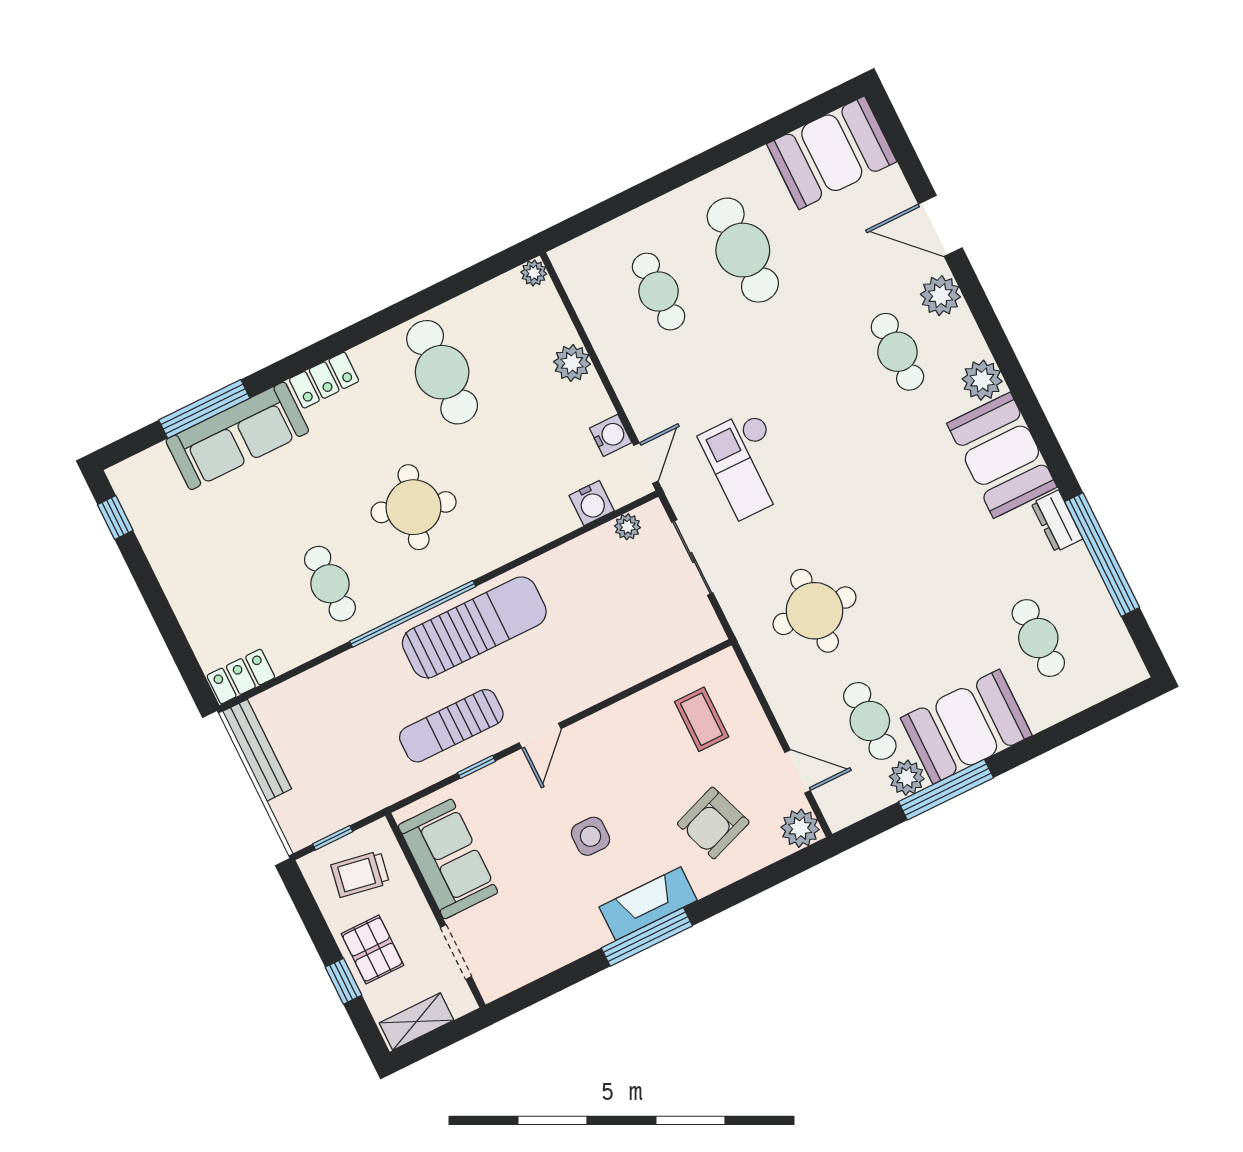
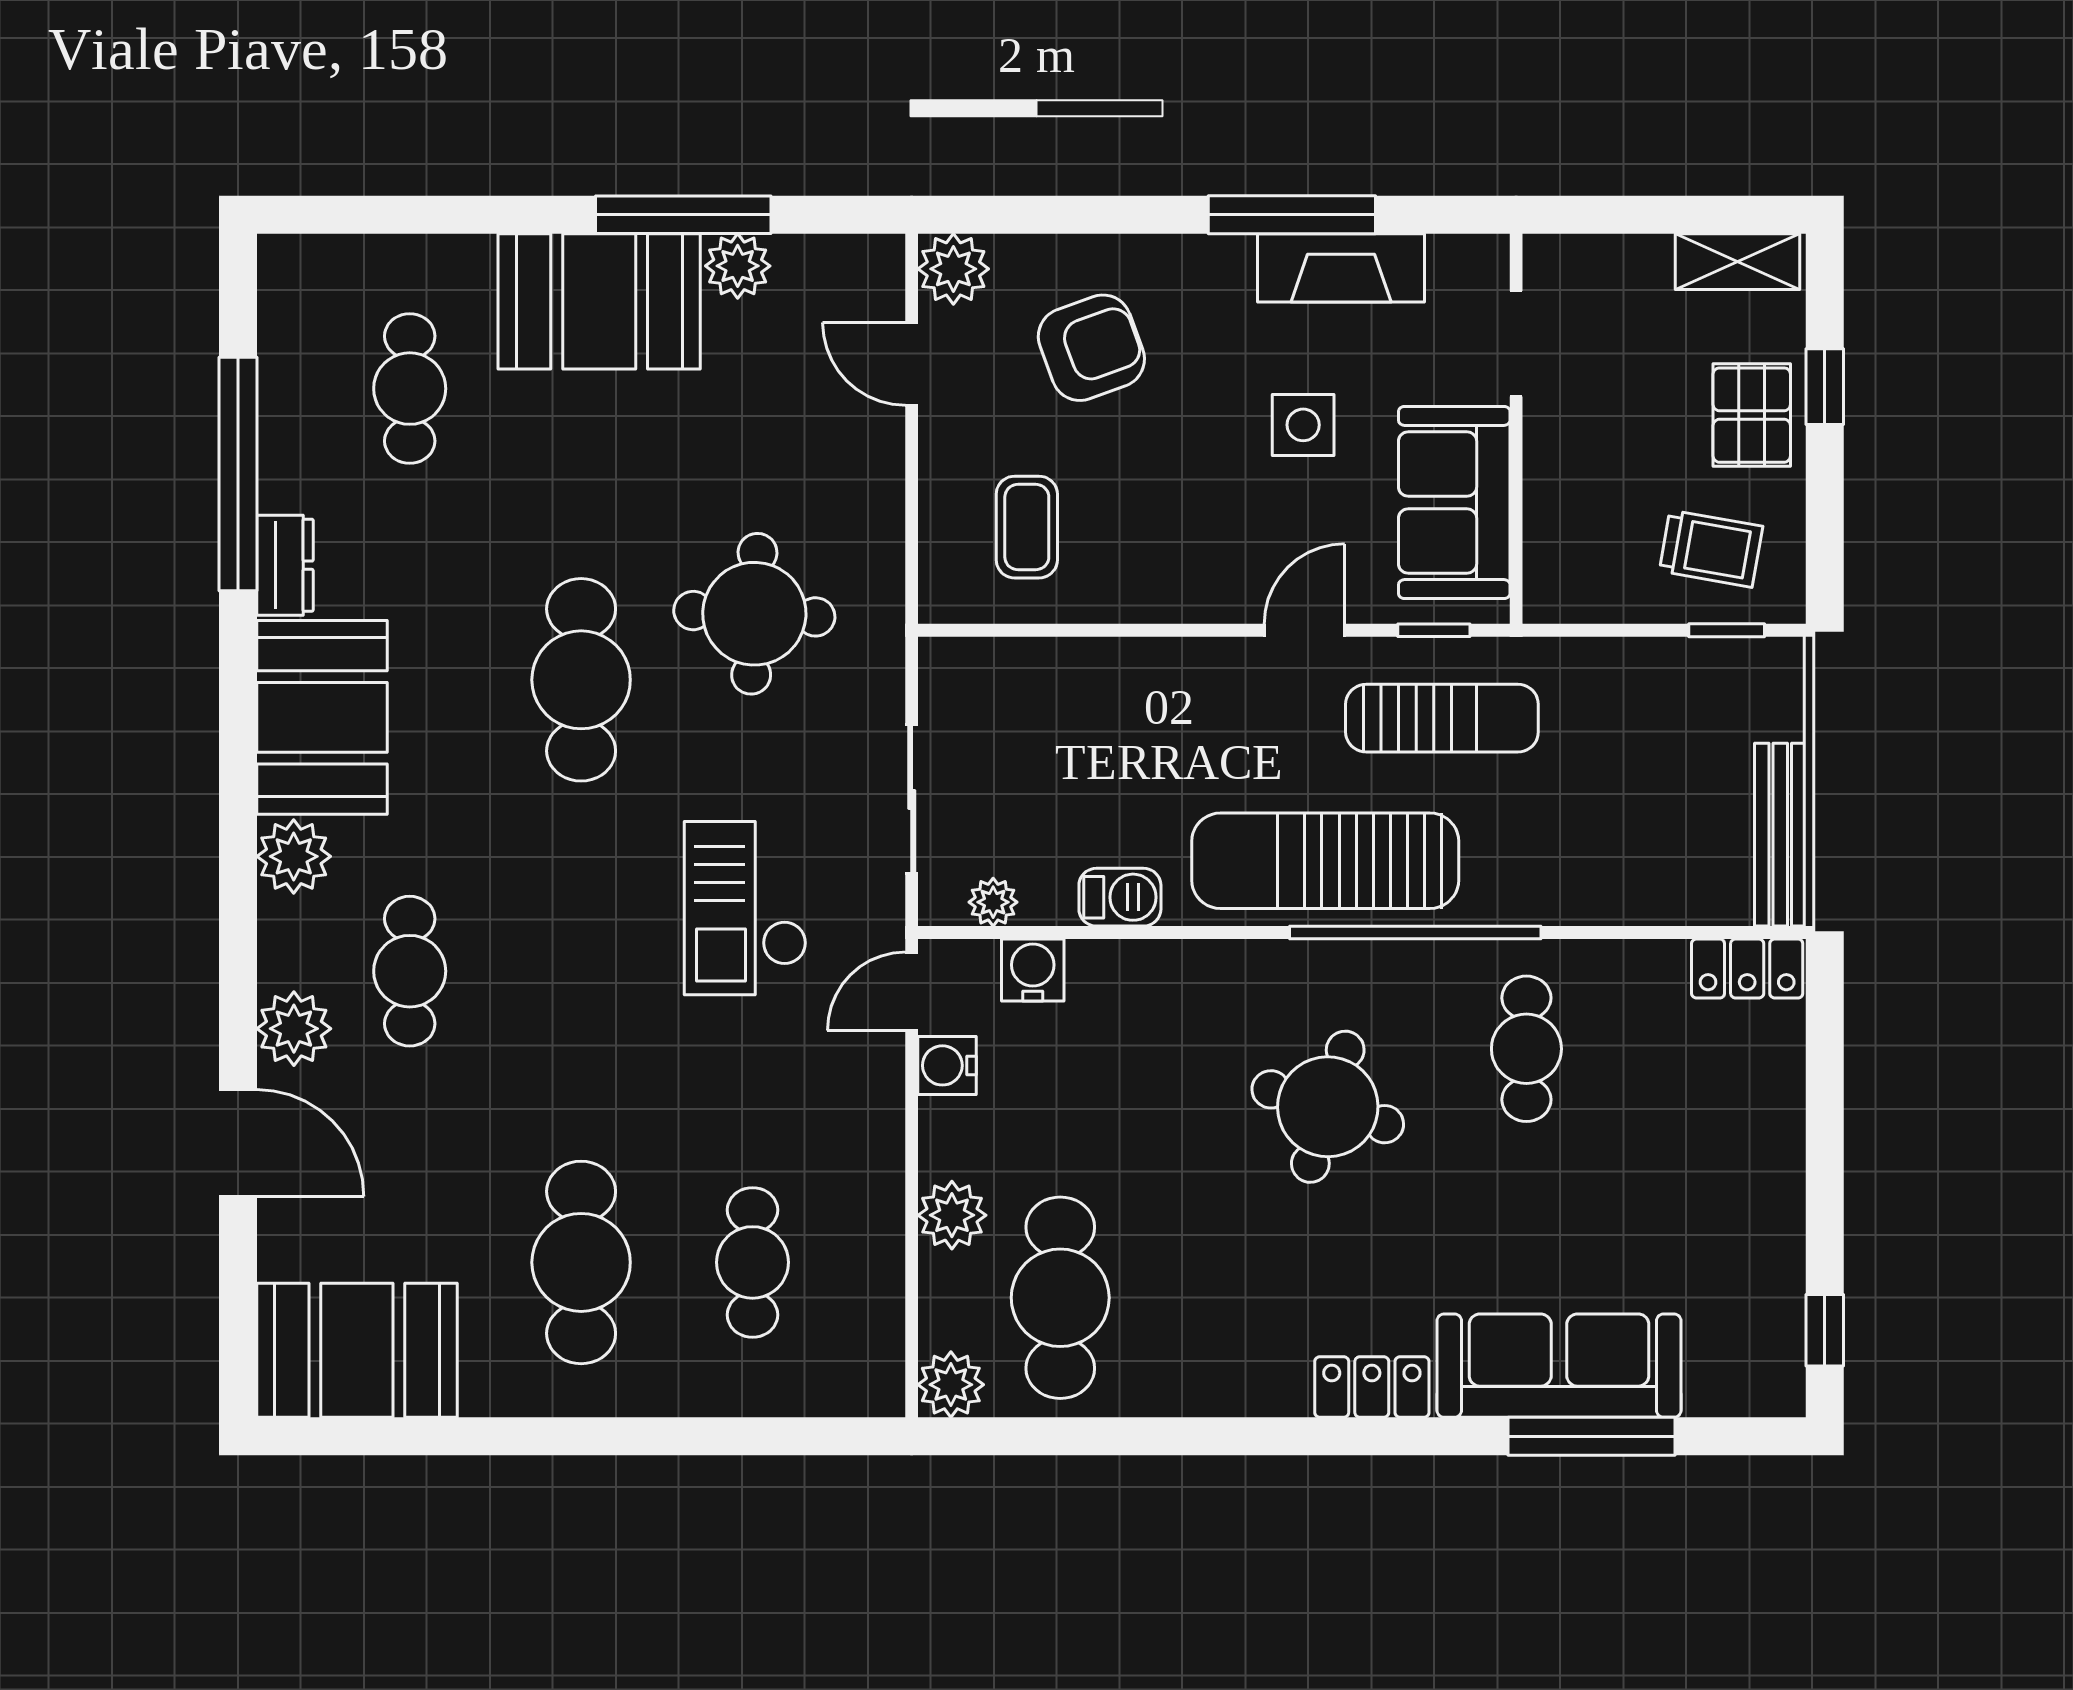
plant: (534, 273) -> (951, 1385), width x1.38, depth x1.38
cafe table: (442, 372) -> (1060, 1298), moved
checkout: (748, 464) -> (745, 908), turned 180
barbecue: (566, 560) -> (1120, 897), added
cafe table: (870, 721) -> (581, 680), moved, width x1.37, depth x1.35
sofa: (448, 859) -> (1454, 503), moved
fireplace: (648, 904) -> (1341, 268), moved
wall: (435, 910) -> (1516, 429), moved
doorway: (456, 952) -> (1516, 344), moved

